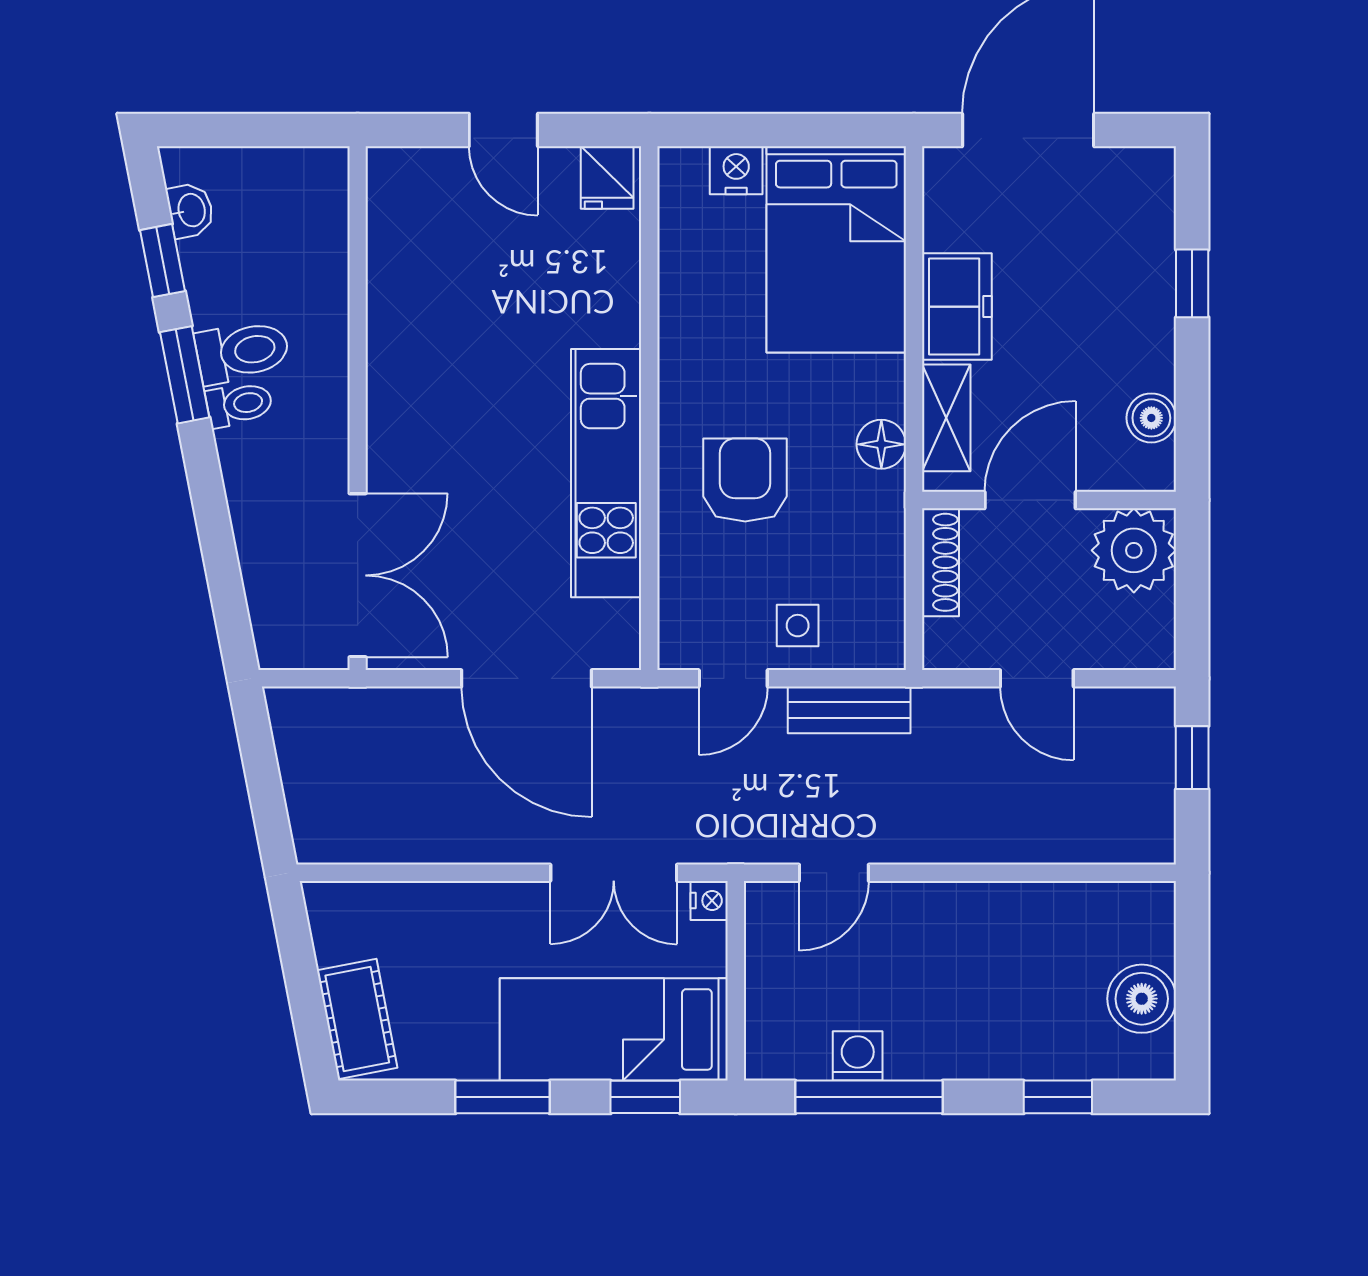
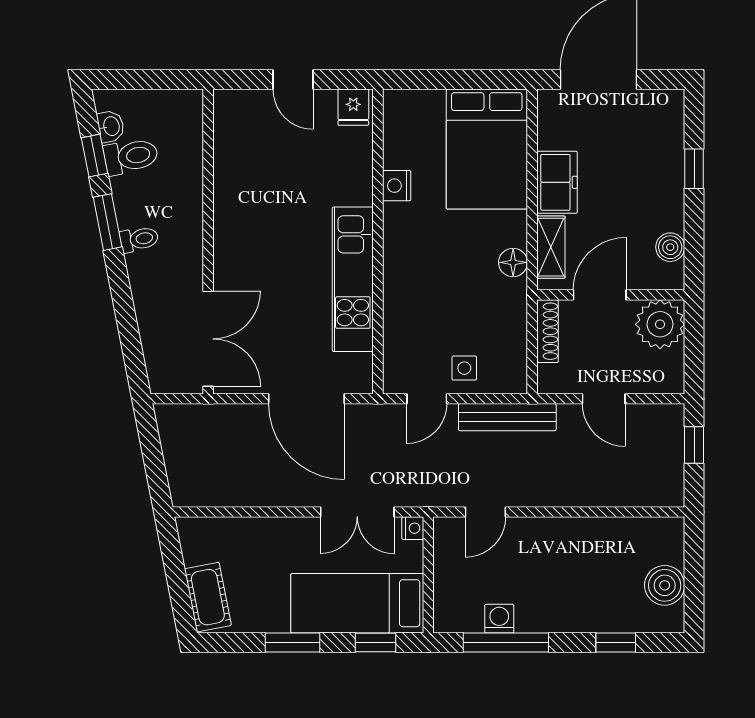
nightstand: (736, 170) -> (397, 186), moved, turned -90
toilet: (242, 352) -> (131, 156), moved
armchair: (745, 480) -> (434, 283), removed
bench: (849, 710) -> (507, 417), width x1.36

